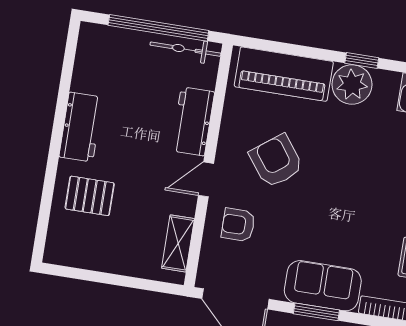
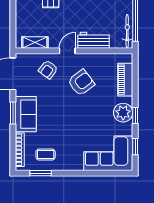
piano: (284, 74) -> (125, 80), width x0.73, depth x0.75
door: (206, 179) -> (67, 51), hinge flipped
armchair: (238, 225) -> (48, 70), turned -143

